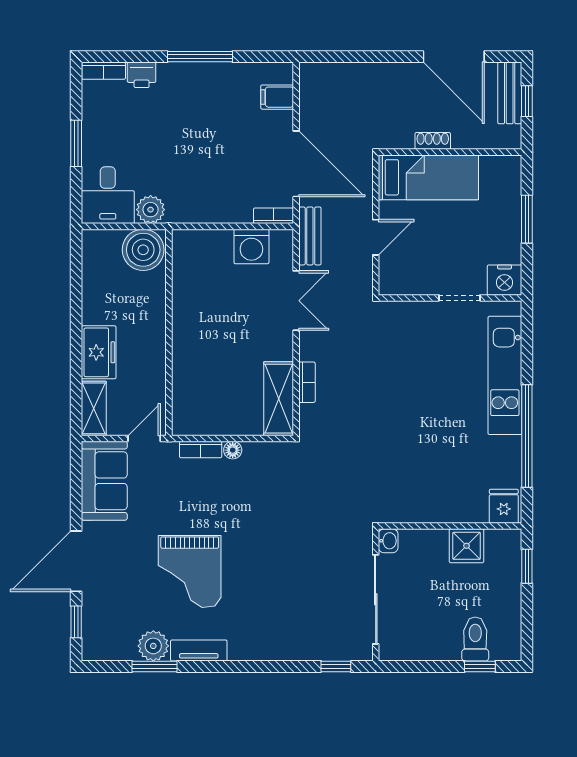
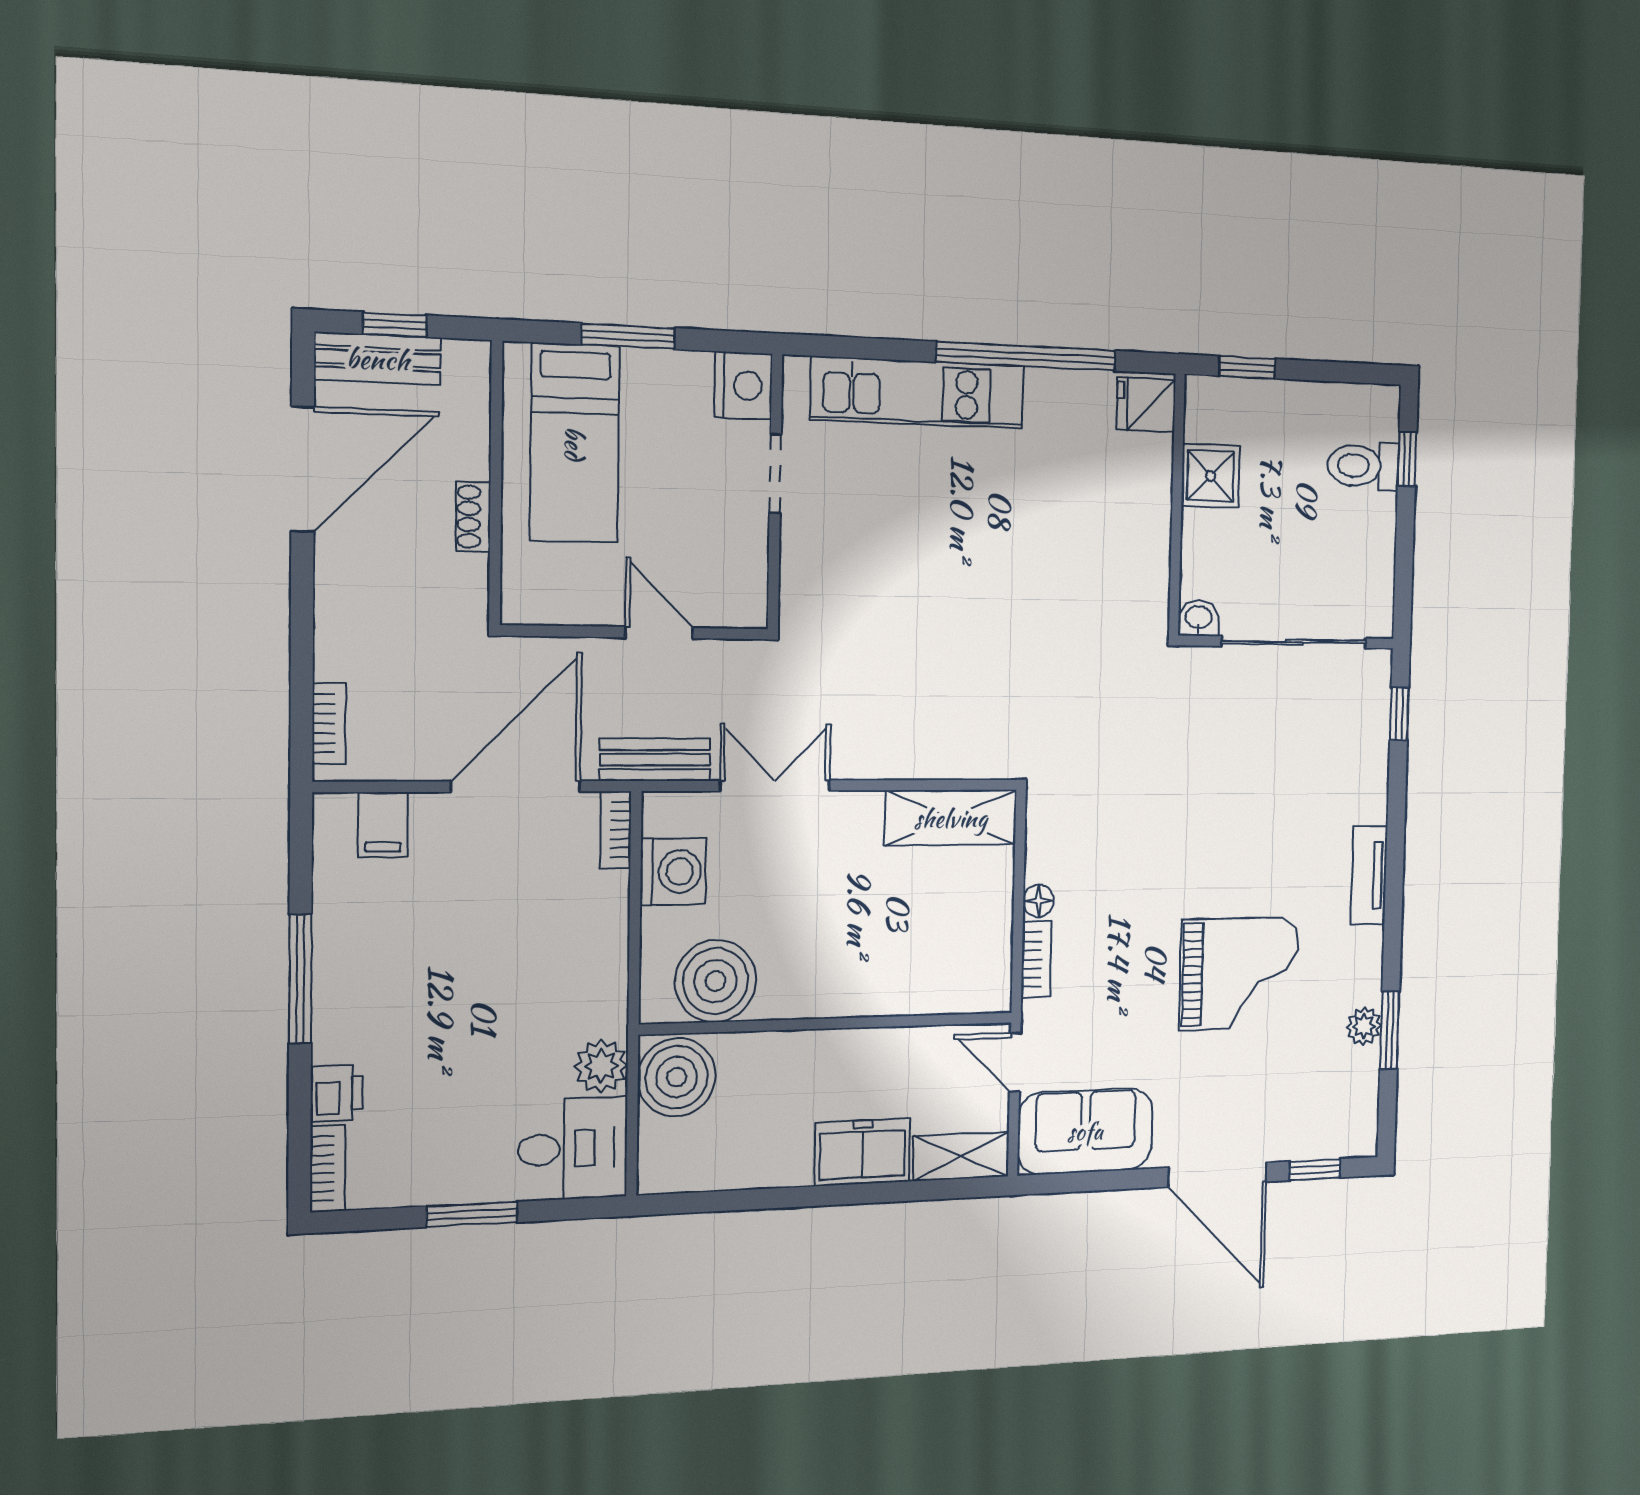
bed: (428, 177) -> (575, 443), moved, turned 180
boiler: (193, 270) -> (715, 981), added
bookcase: (307, 382) -> (329, 723), moved, turned 90
plant: (153, 646) -> (1364, 1026), width x0.73, depth x0.73
tv unit: (199, 650) -> (1369, 875), moved

